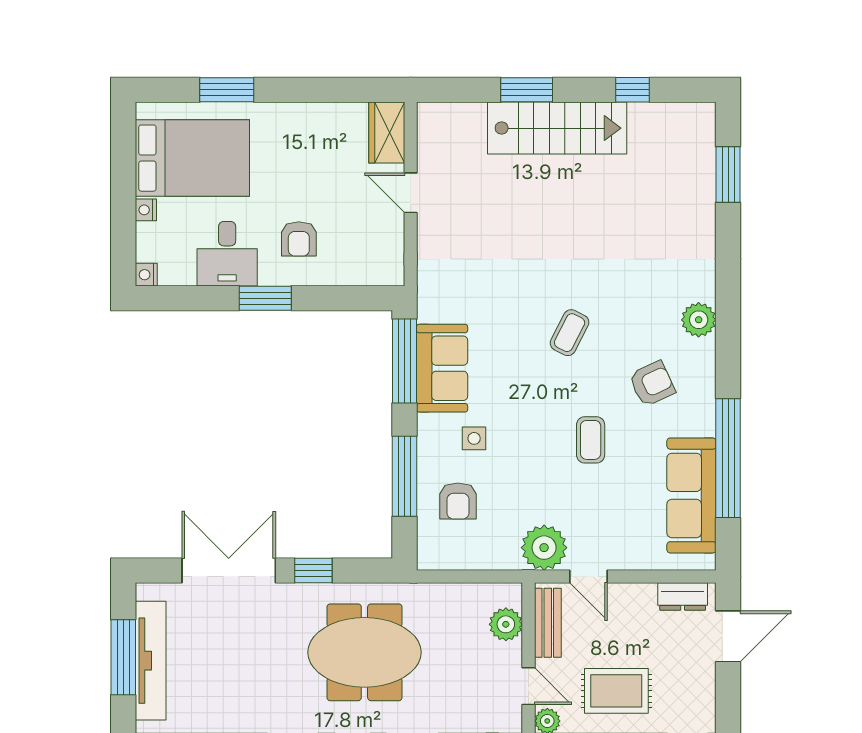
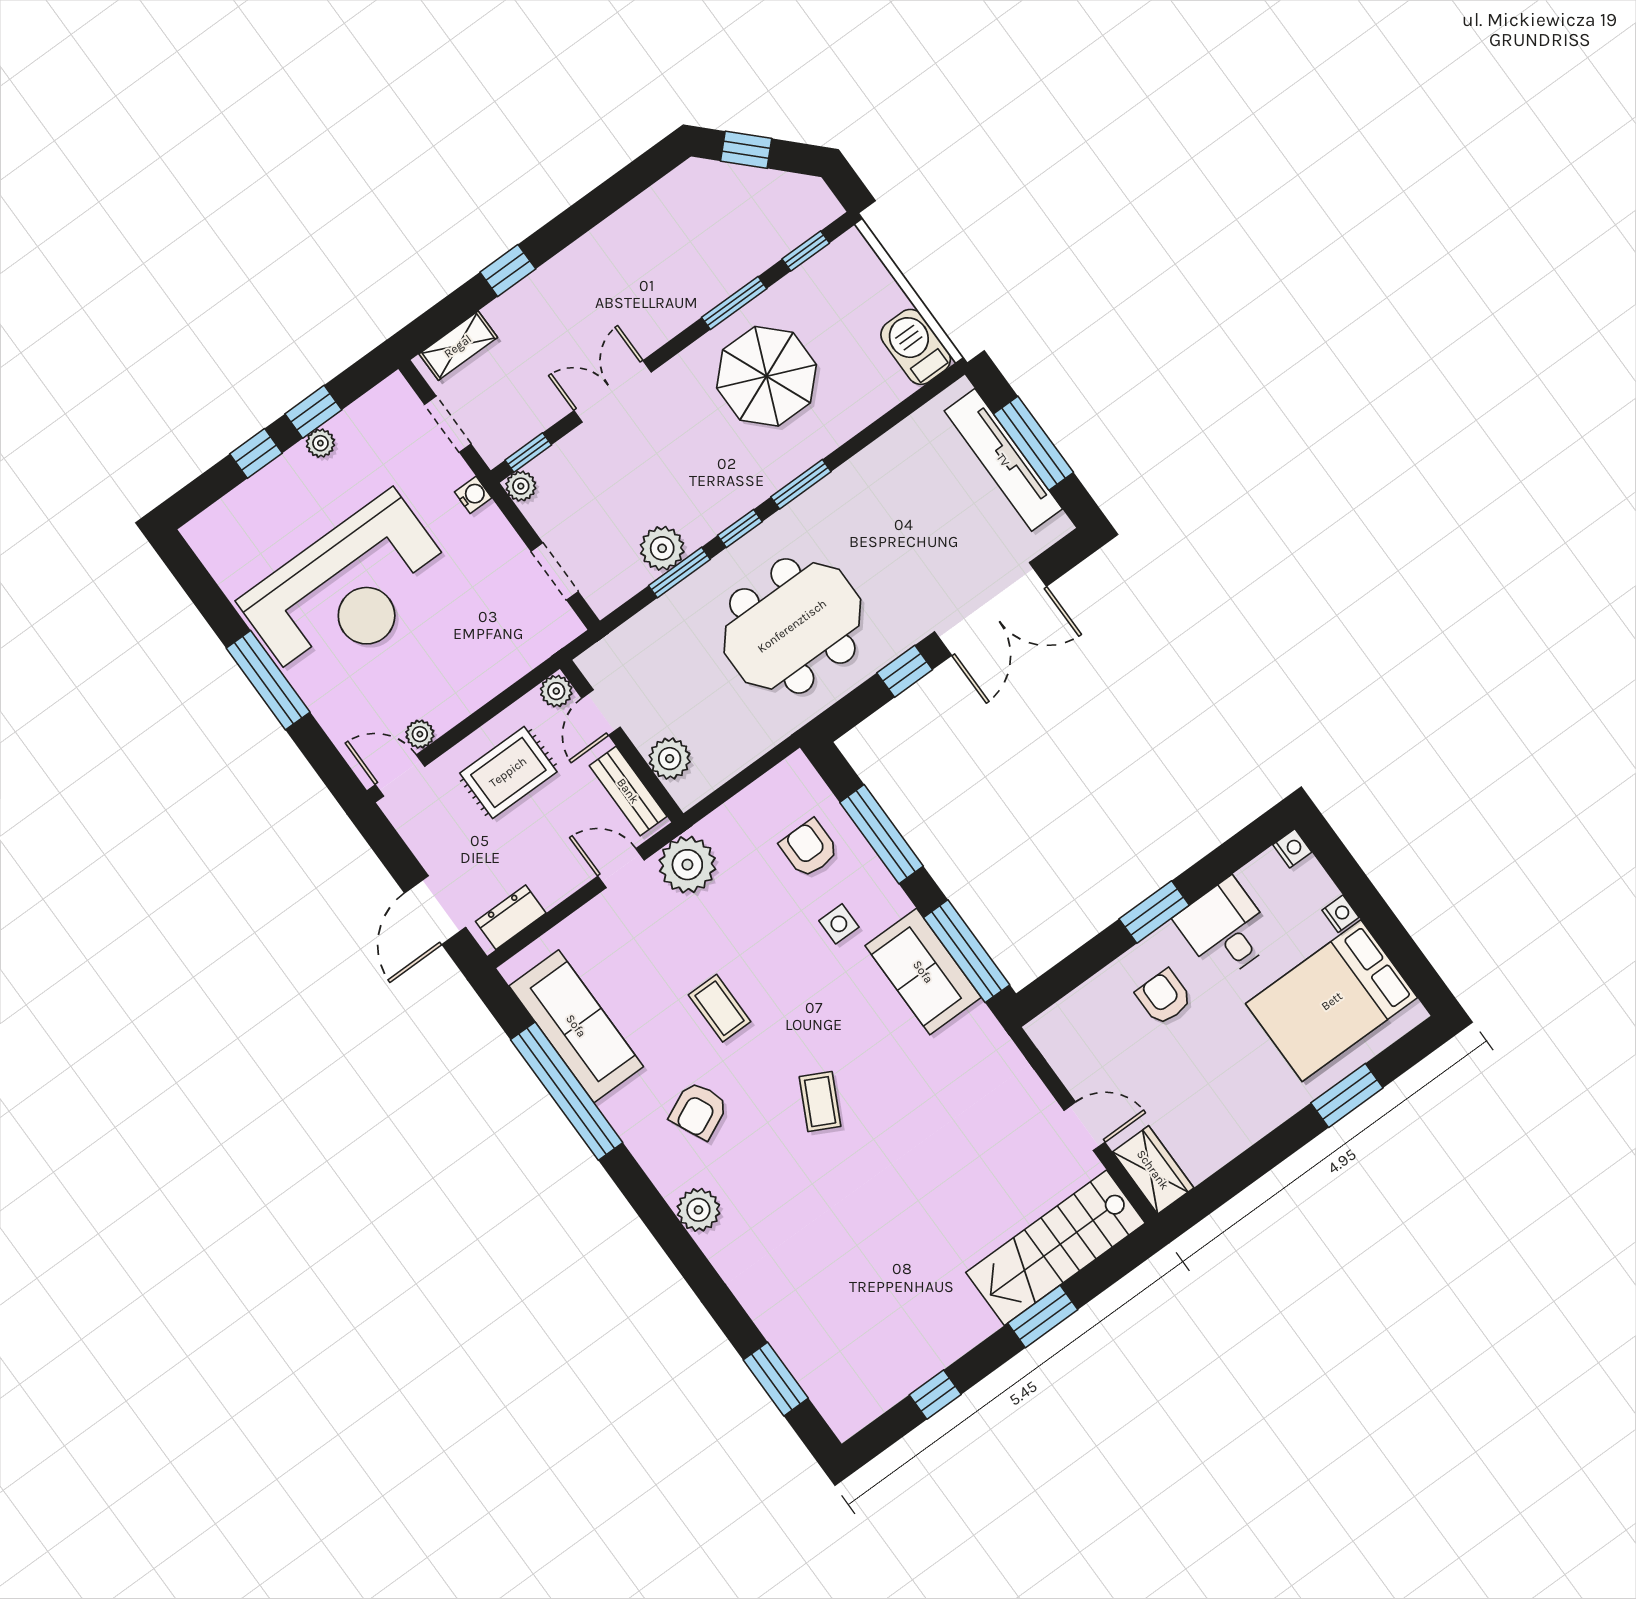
stairs: (557, 128) -> (1056, 1248), moved
door: (528, 686) -> (601, 713), hinge flipped

